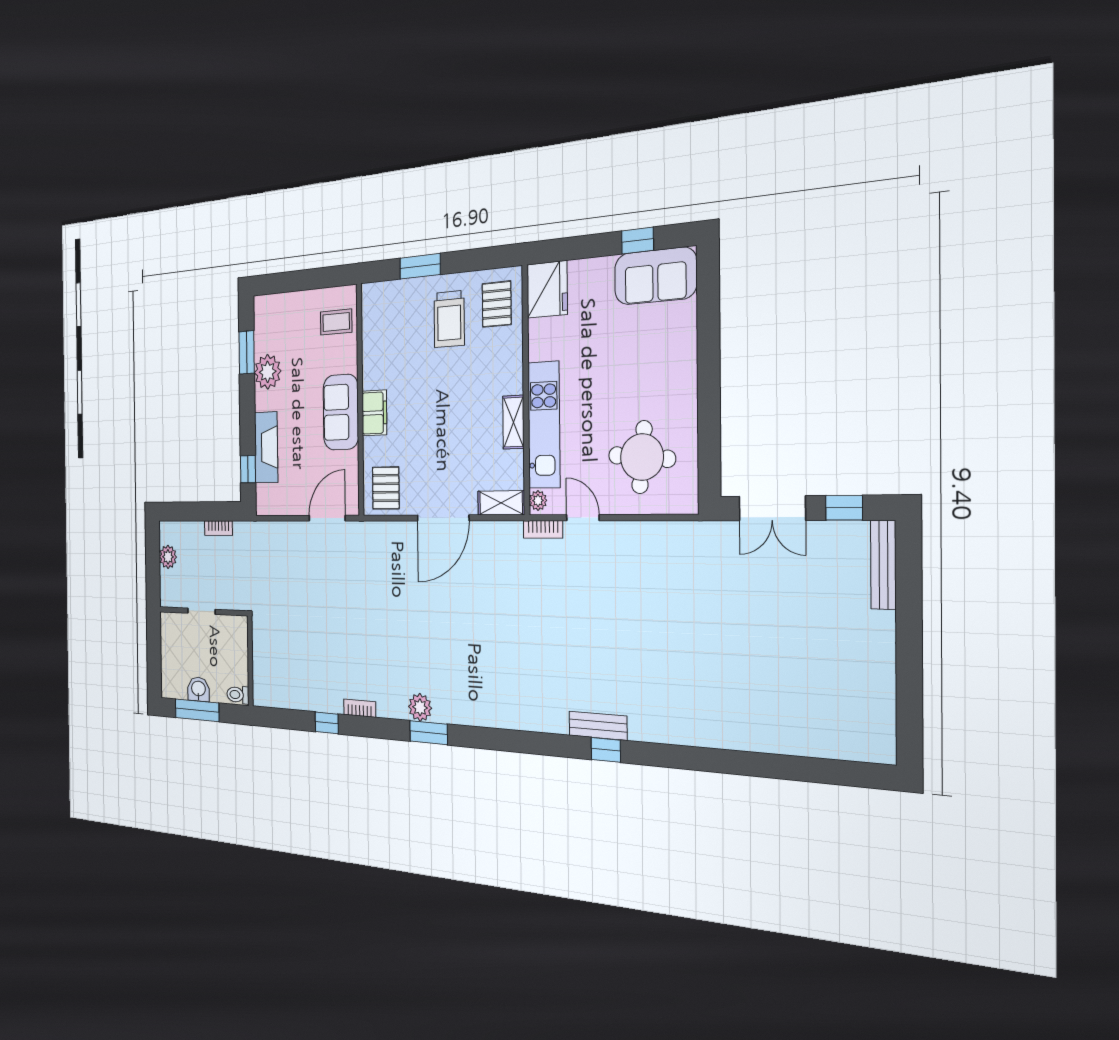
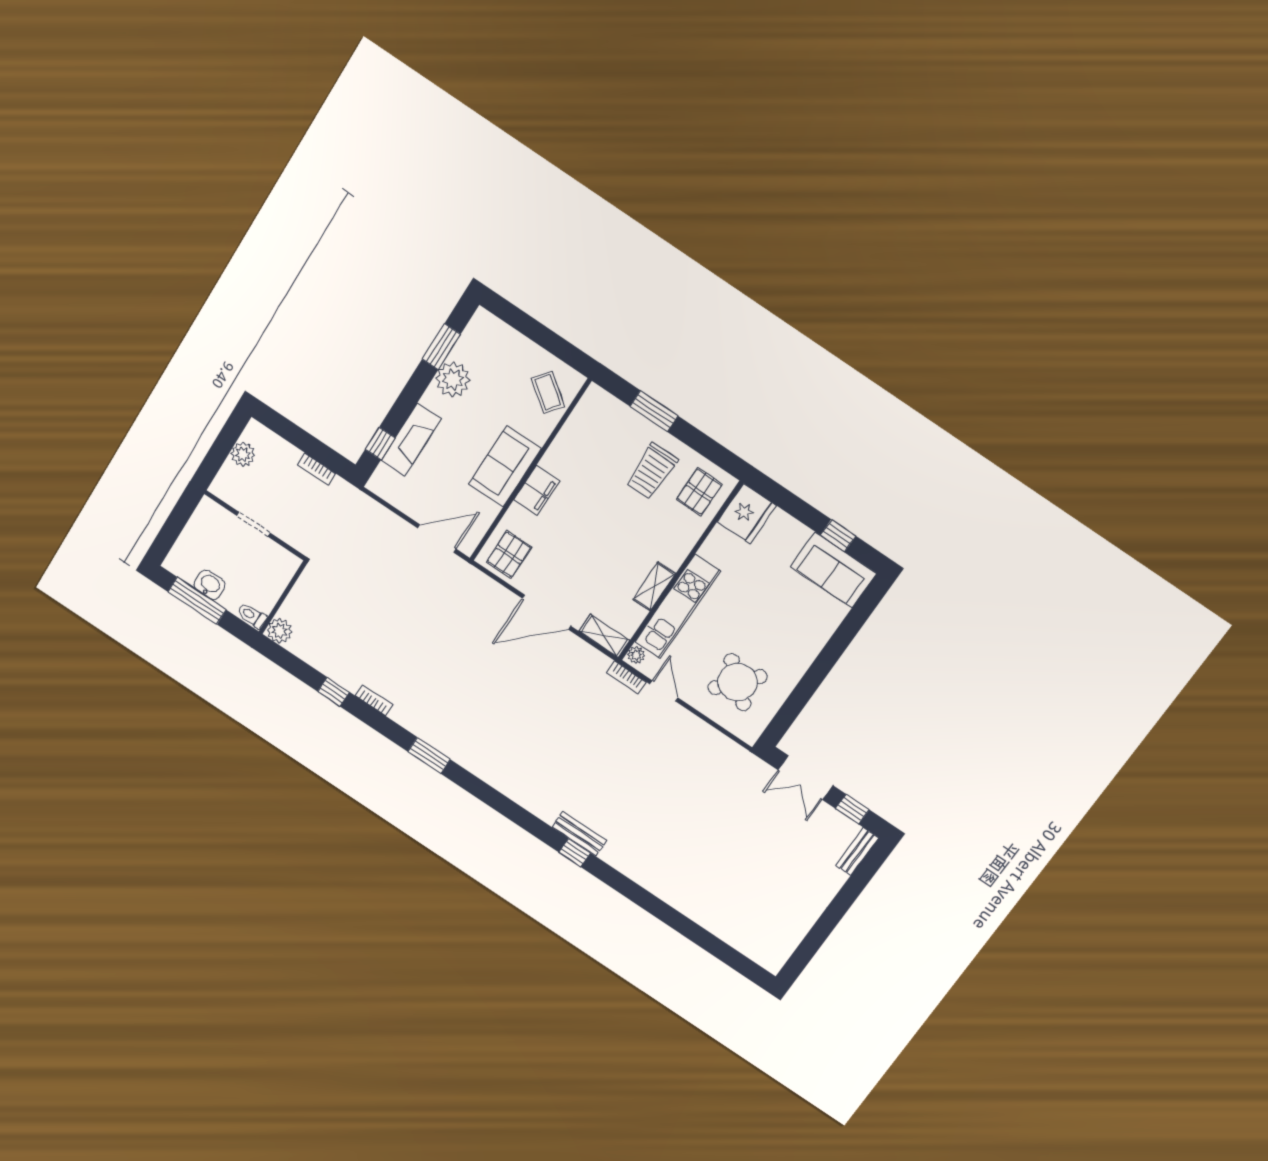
coffee table: (336, 322) -> (548, 392), turned 37
round table: (642, 457) -> (738, 682), turned 36
bench: (883, 565) -> (857, 852), width x0.73
plant: (420, 707) -> (280, 631), moved

